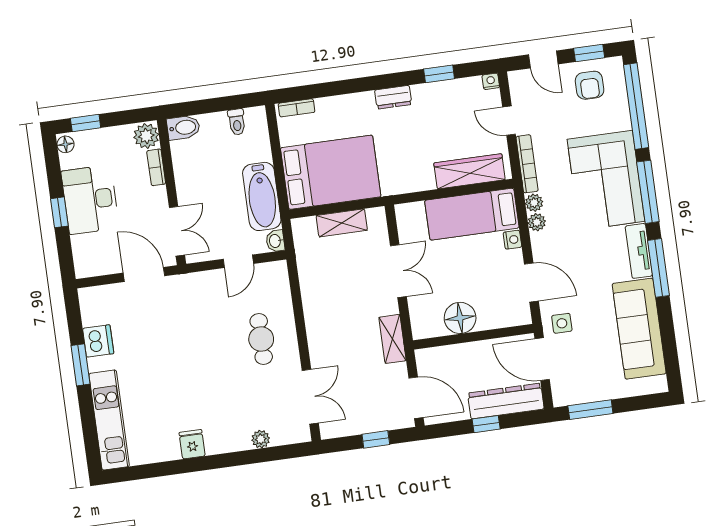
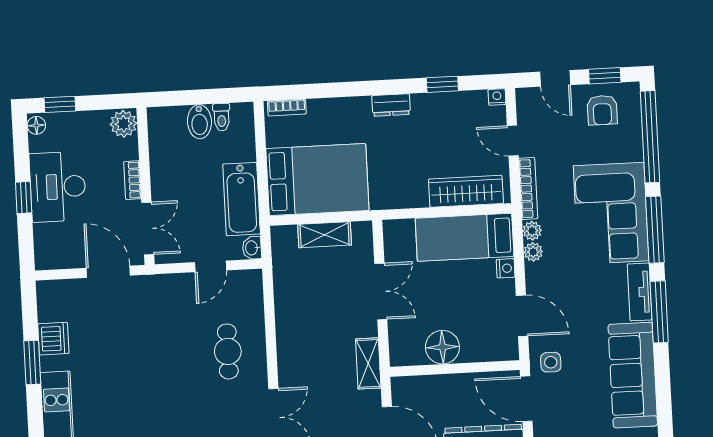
bidet: (183, 128) -> (199, 122), moved, turned 90
bookcase: (156, 167) -> (132, 180), moved

